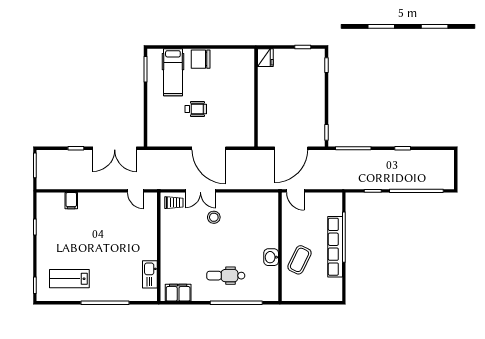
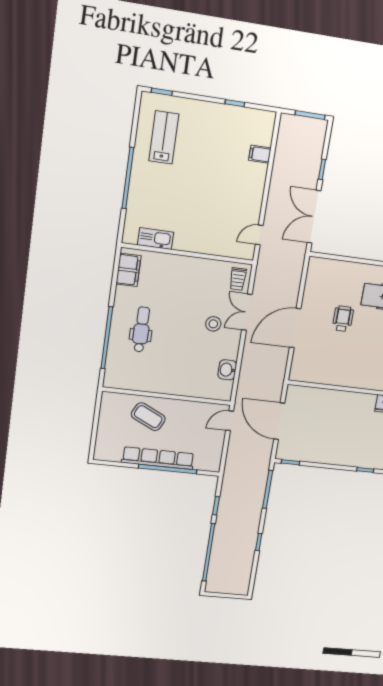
wheelchair: (196, 109) -> (343, 319), turned 180
washbasin: (271, 257) -> (227, 370), moved, turned -90

